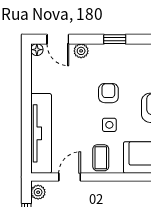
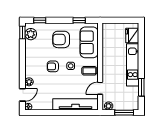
window: (115, 39) -> (22, 63), removed
door: (70, 177) -> (100, 88), hinge flipped

